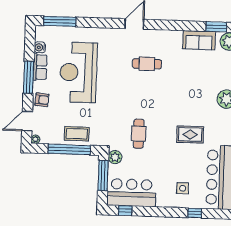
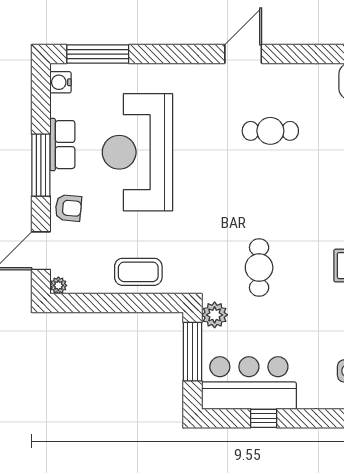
water cooler: (40, 47) -> (60, 82), moved
window: (69, 149) -> (125, 303), removed
window: (125, 211) -> (264, 418), moved

